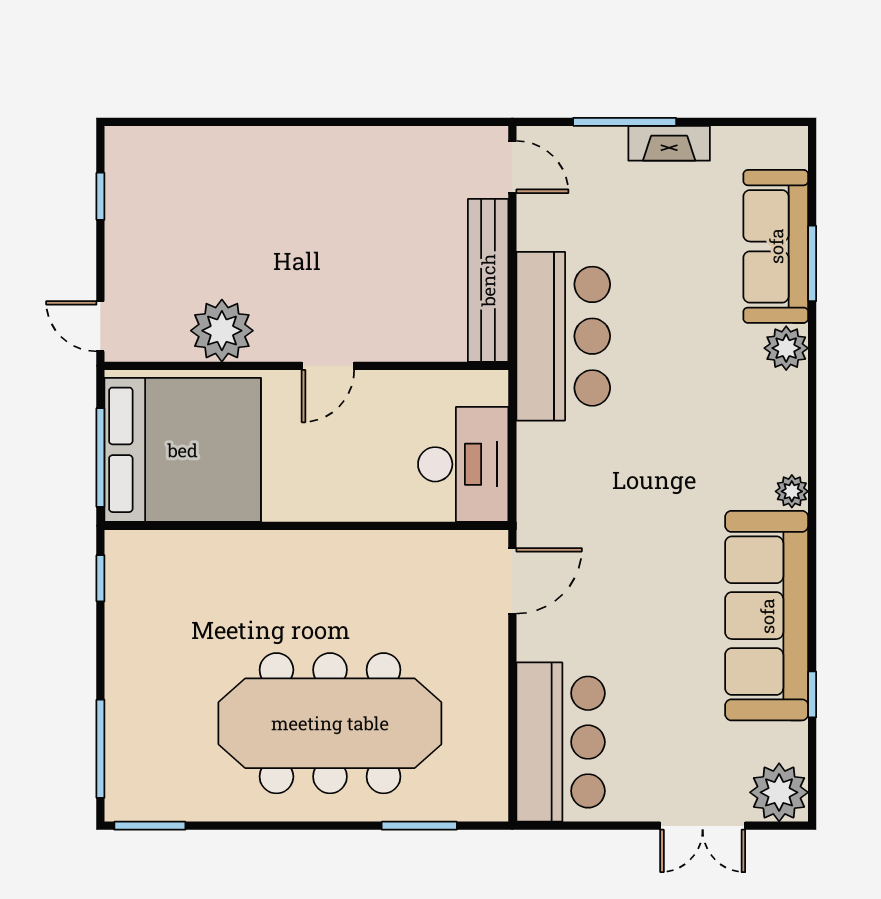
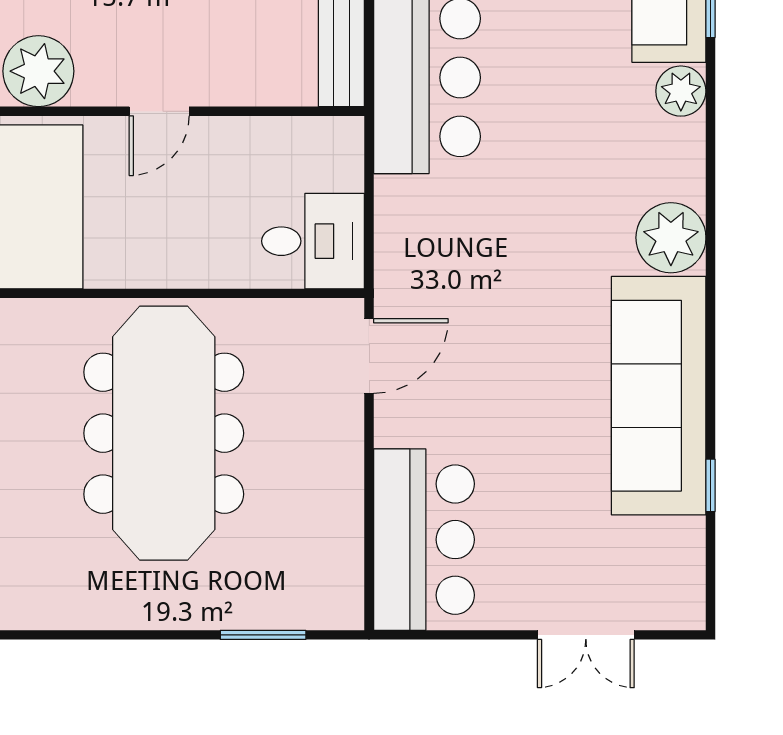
desk: (463, 464) -> (313, 241), width x0.73
plant: (792, 491) -> (671, 238), width x1.88, depth x1.88
meeting table: (330, 723) -> (164, 433), moved, turned 90
plant: (779, 792) -> (673, 597), removed

